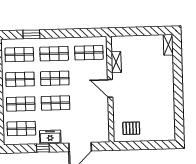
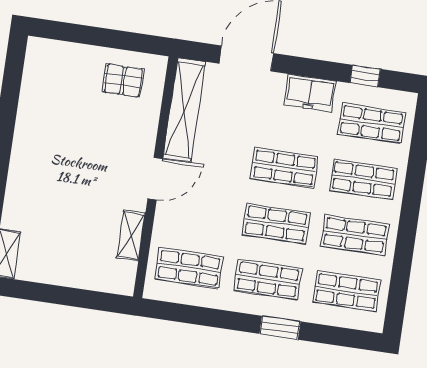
window: (31, 34) -> (280, 328), moved
door: (110, 88) -> (155, 179), hinge flipped
shelving: (103, 120) -> (184, 110), added
window: (43, 148) -> (365, 76), moved

